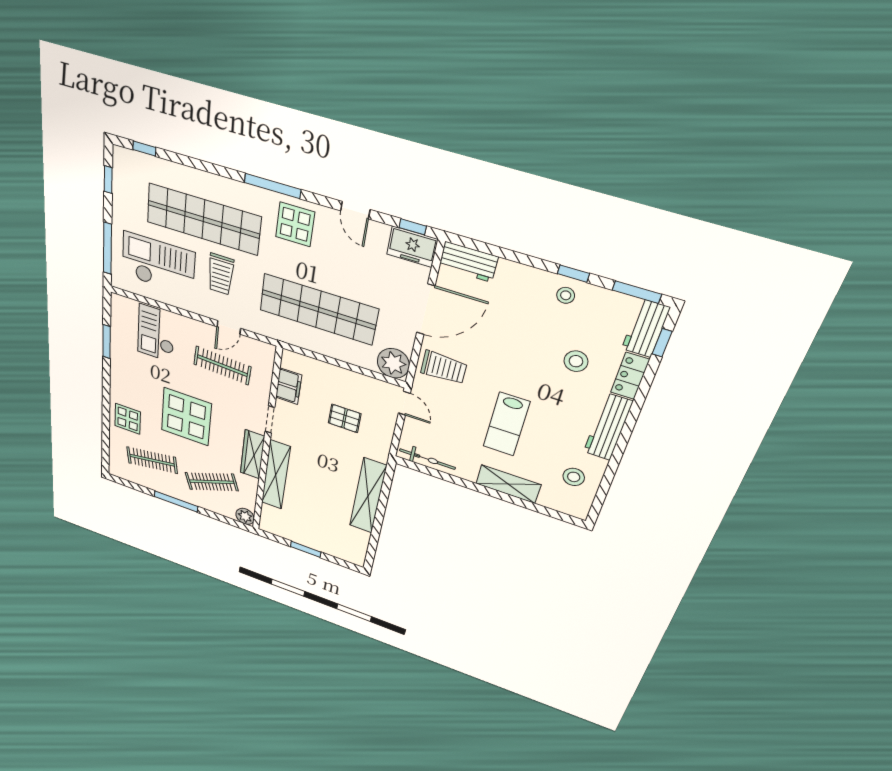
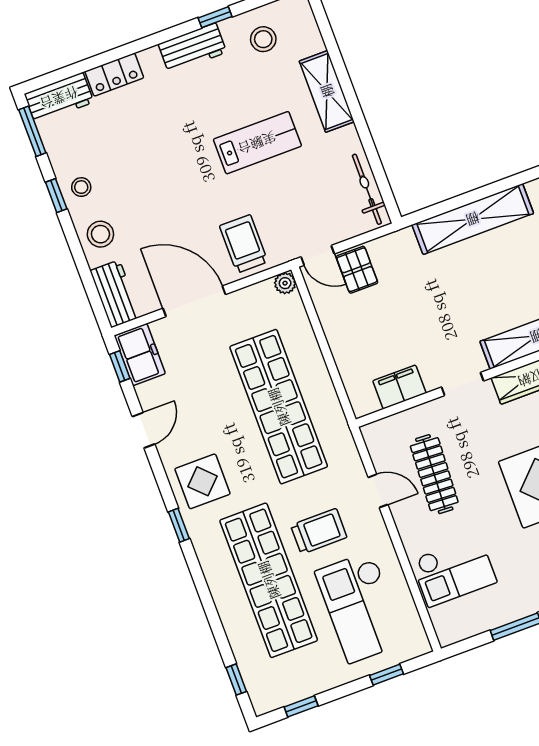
window: (273, 186) -> (179, 525), width x0.46
window: (107, 248) -> (386, 675), width x0.46
window: (662, 343) -> (215, 17), moved
stool: (576, 361) -> (100, 234), moved
plant: (393, 363) -> (285, 283), width x0.53, depth x0.53
door: (404, 403) -> (318, 255), swing flipped
pallet: (345, 418) -> (357, 270), moved
workbench: (608, 427) -> (192, 48), width x0.73

